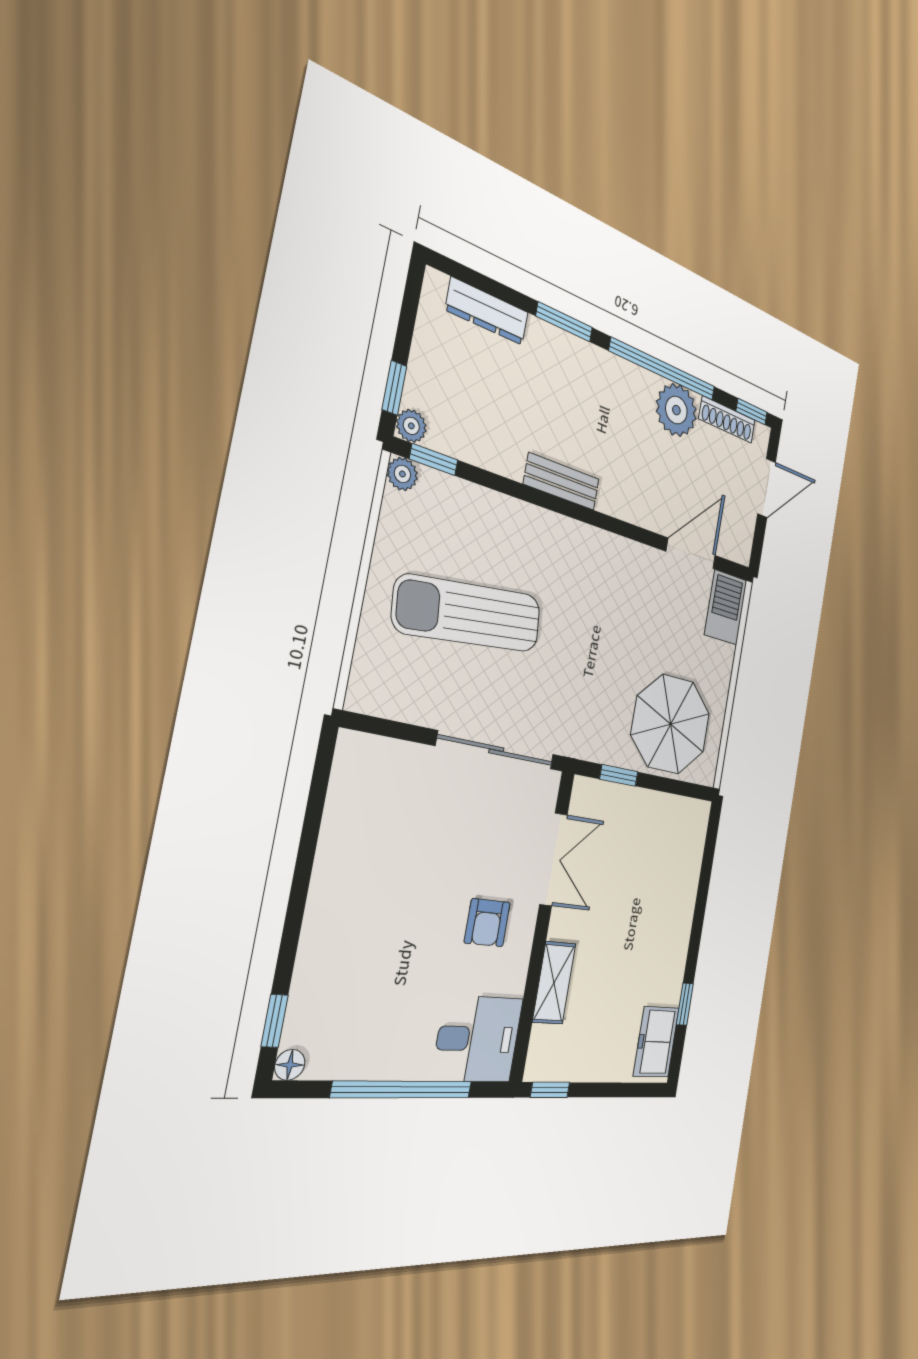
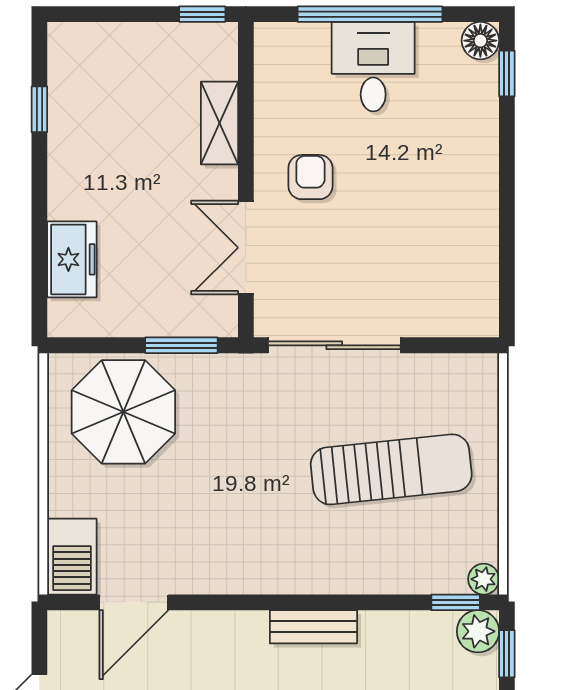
plant: (411, 426) -> (478, 631), width x1.38, depth x1.38
window: (619, 775) -> (181, 345), width x1.50
desk: (478, 1039) -> (373, 67), moved, turned 90
freezer: (656, 1042) -> (72, 259), moved
floor lamp: (290, 1065) -> (480, 41), width x1.37, depth x1.37

